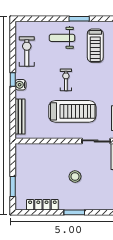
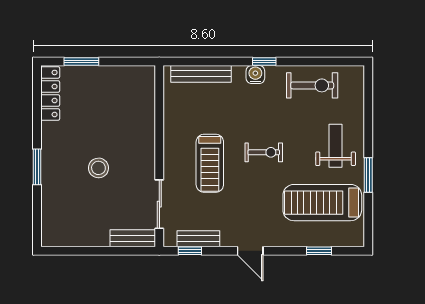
treadmill: (95, 46) -> (322, 203), width x1.37, depth x1.38
treadmill: (72, 111) -> (210, 163), width x0.73, depth x0.73
locker: (42, 205) -> (50, 93), moved

